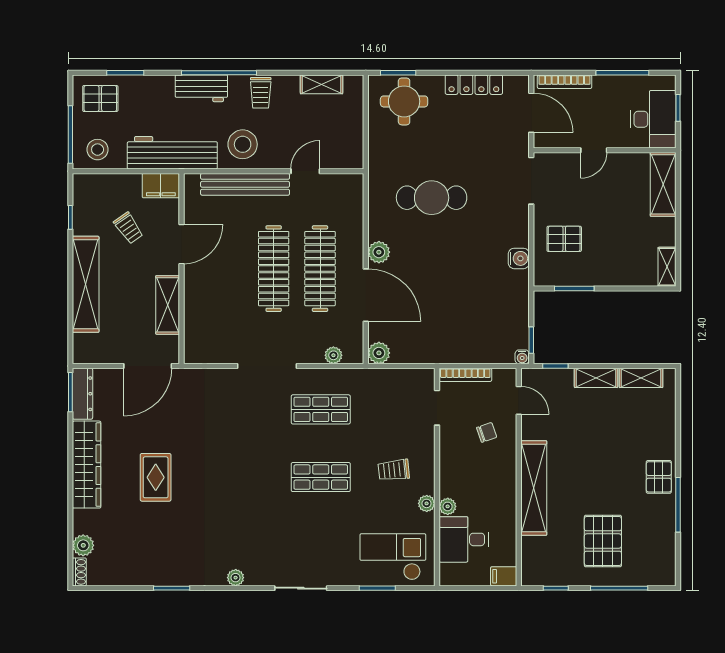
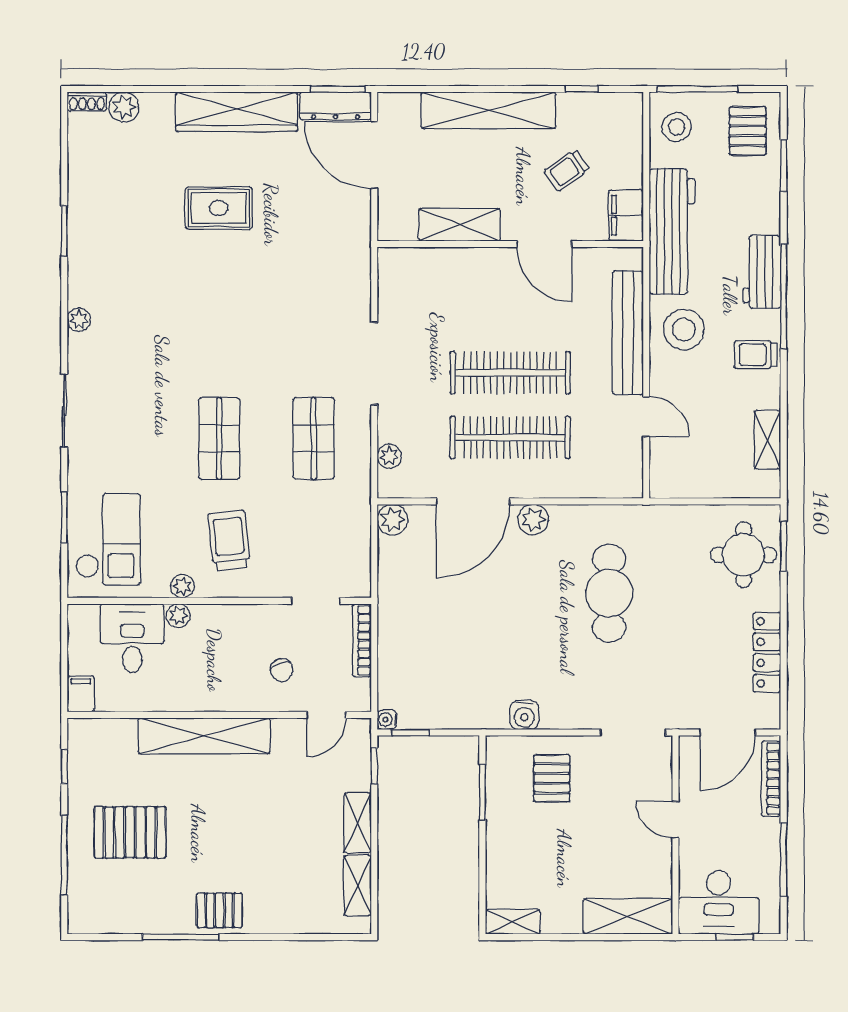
door: (148, 366) -> (374, 155), moved
trolley: (394, 470) -> (229, 540), width x1.36, depth x1.39

